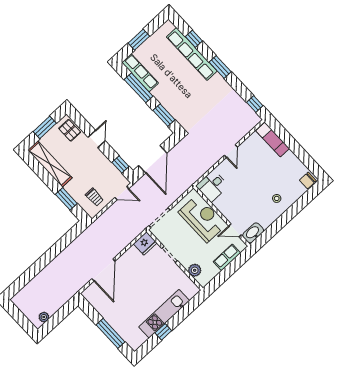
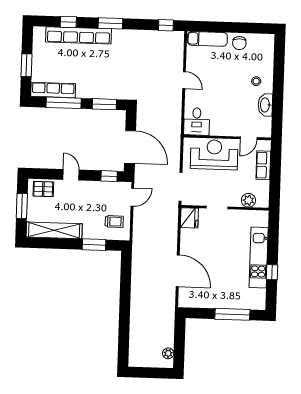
chair: (308, 180) -> (239, 43), moved
washbasin: (253, 233) -> (265, 105), moved

